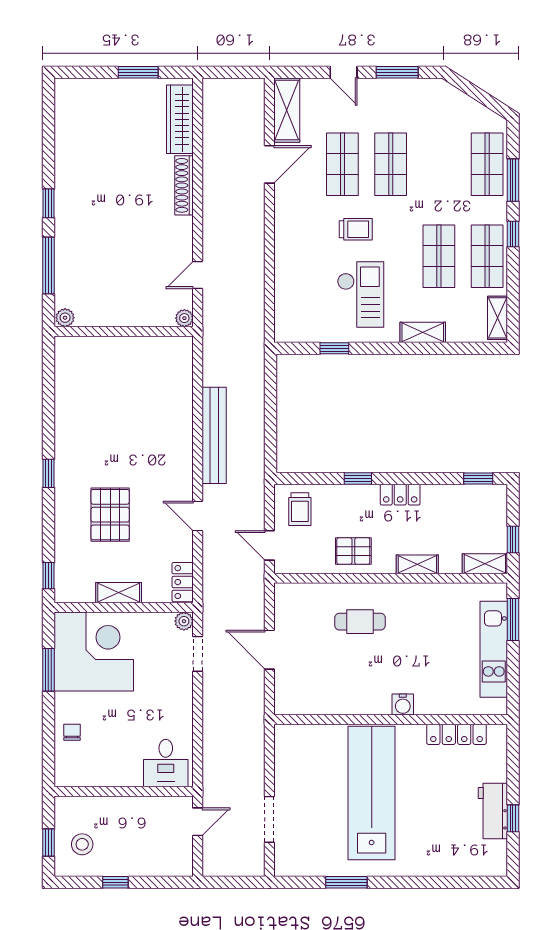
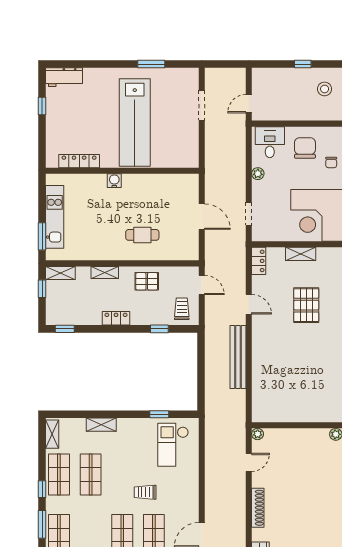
shoe rack: (184, 185) -> (258, 508), moved
checkout: (361, 295) -> (173, 445), moved
window: (358, 478) -> (159, 329), moved
plant: (184, 621) -> (258, 174), moved
chair: (112, 754) -> (305, 148), added
workbench: (493, 811) -> (64, 77), moved, turned 90

